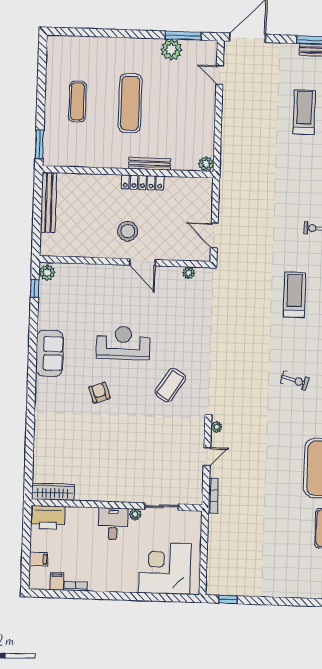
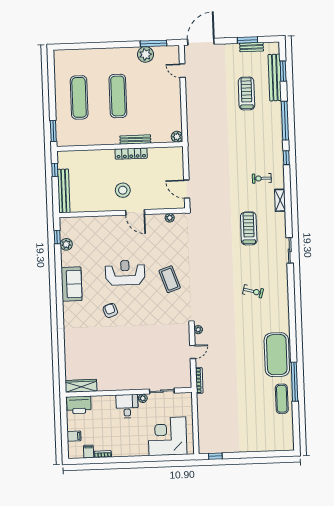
exercise mat: (77, 101) -> (79, 97), width x1.36, depth x1.45
window: (38, 197) -> (55, 170), added
bench: (49, 203) -> (64, 191), moved
plant: (47, 272) -> (66, 244), moved
coffee table: (170, 385) -> (170, 279), moved, turned -52

